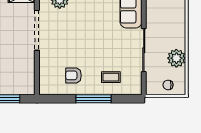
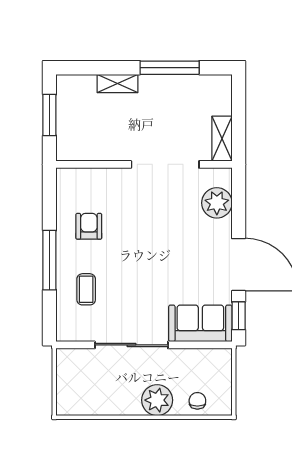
plant: (176, 58) -> (157, 400), moved
chair: (168, 85) -> (197, 401), moved

